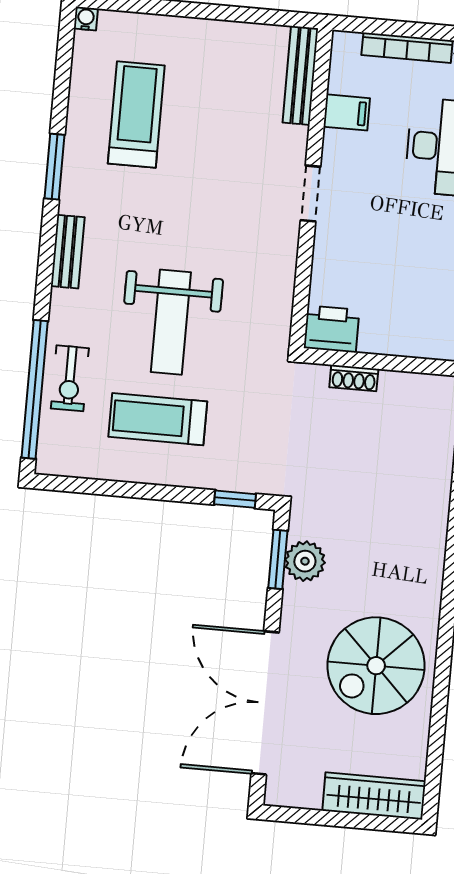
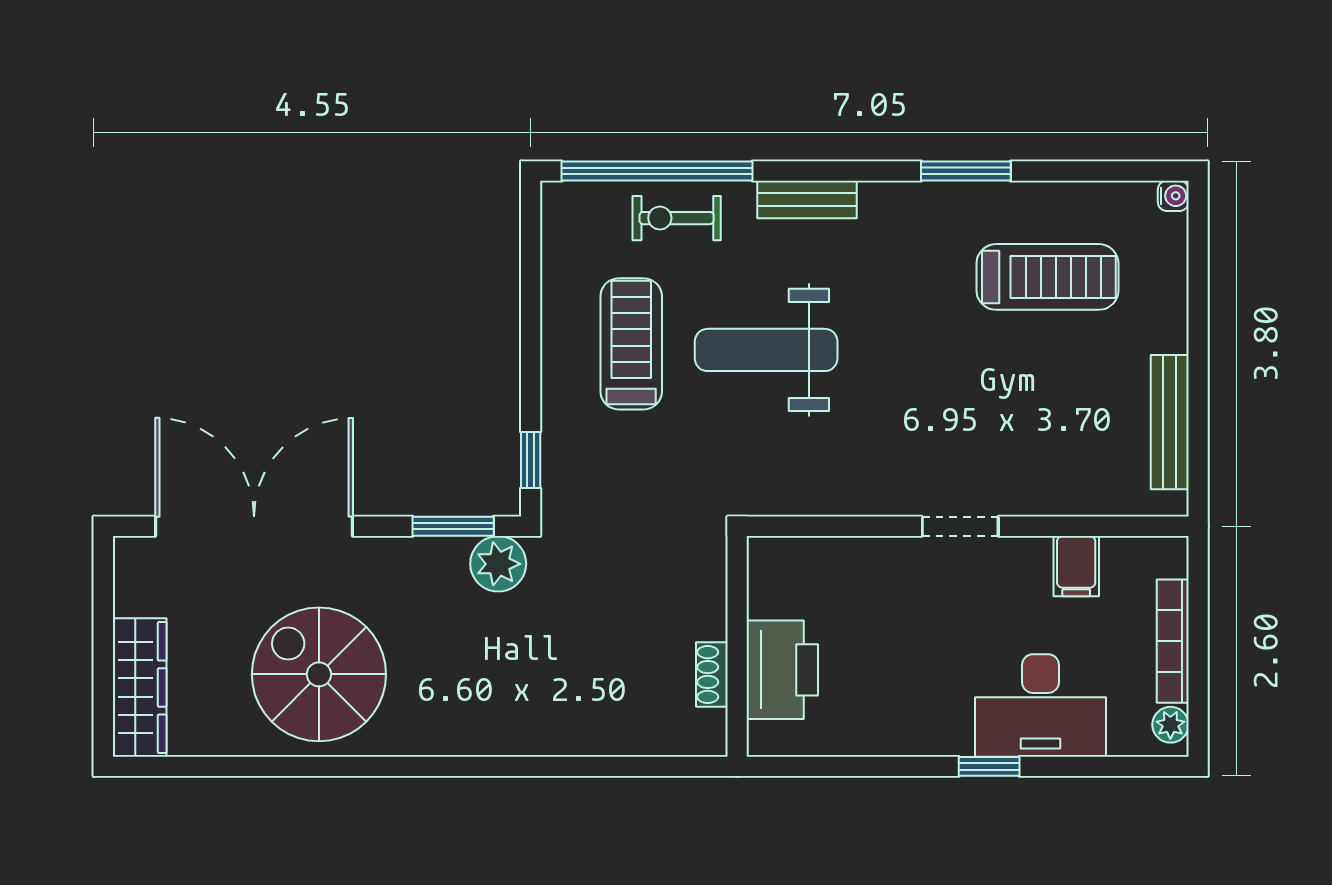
bench: (300, 75) -> (1170, 422), moved, turned 90
bench: (68, 252) -> (807, 199), moved
printer: (332, 329) -> (782, 670), moved, width x1.37, depth x1.19
shoe rack: (354, 378) -> (712, 674), moved
plant: (305, 561) -> (498, 564), moved

